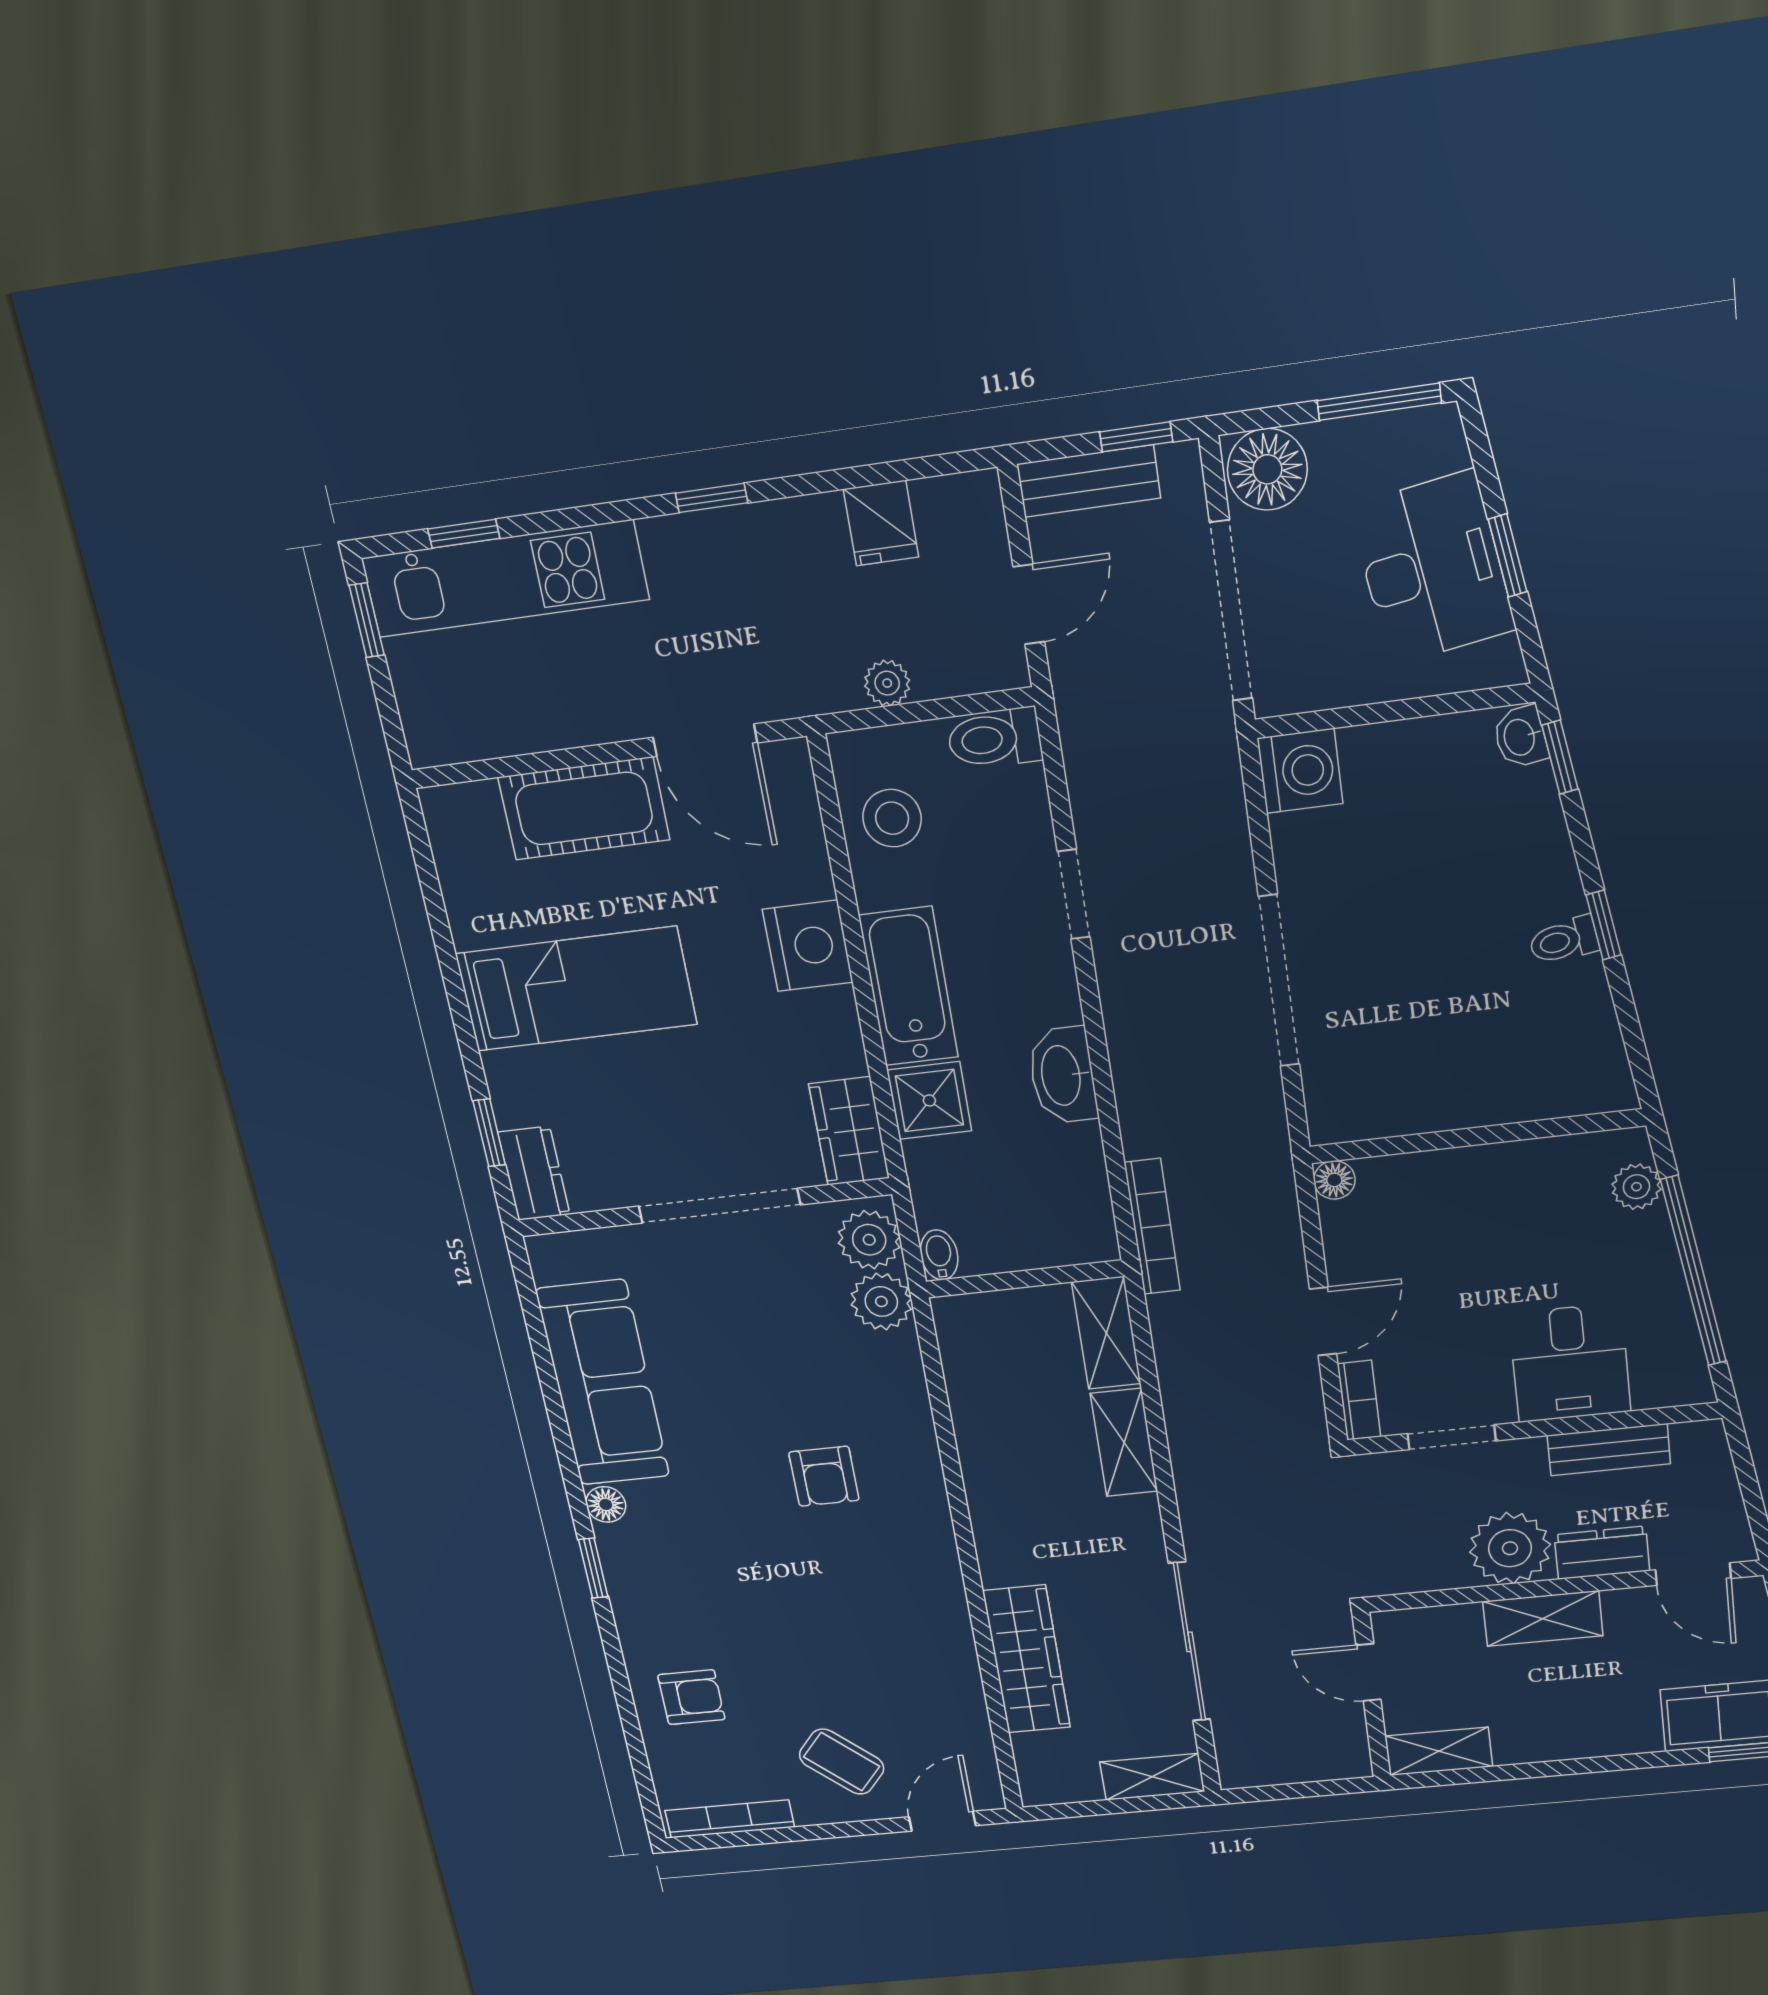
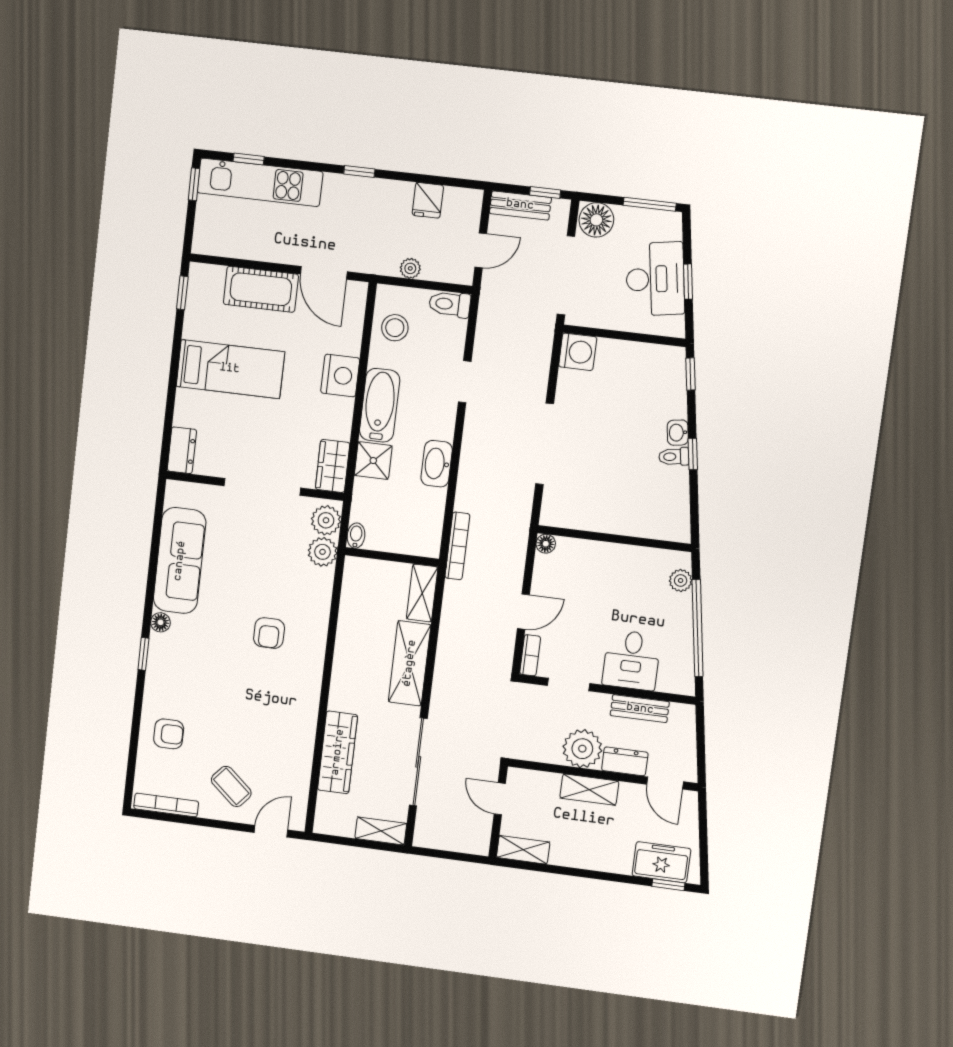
washbasin: (1521, 737) -> (678, 433), moved
window: (489, 1133) -> (182, 293), moved
shelving: (1124, 1442) -> (410, 663), width x1.50, depth x1.33

